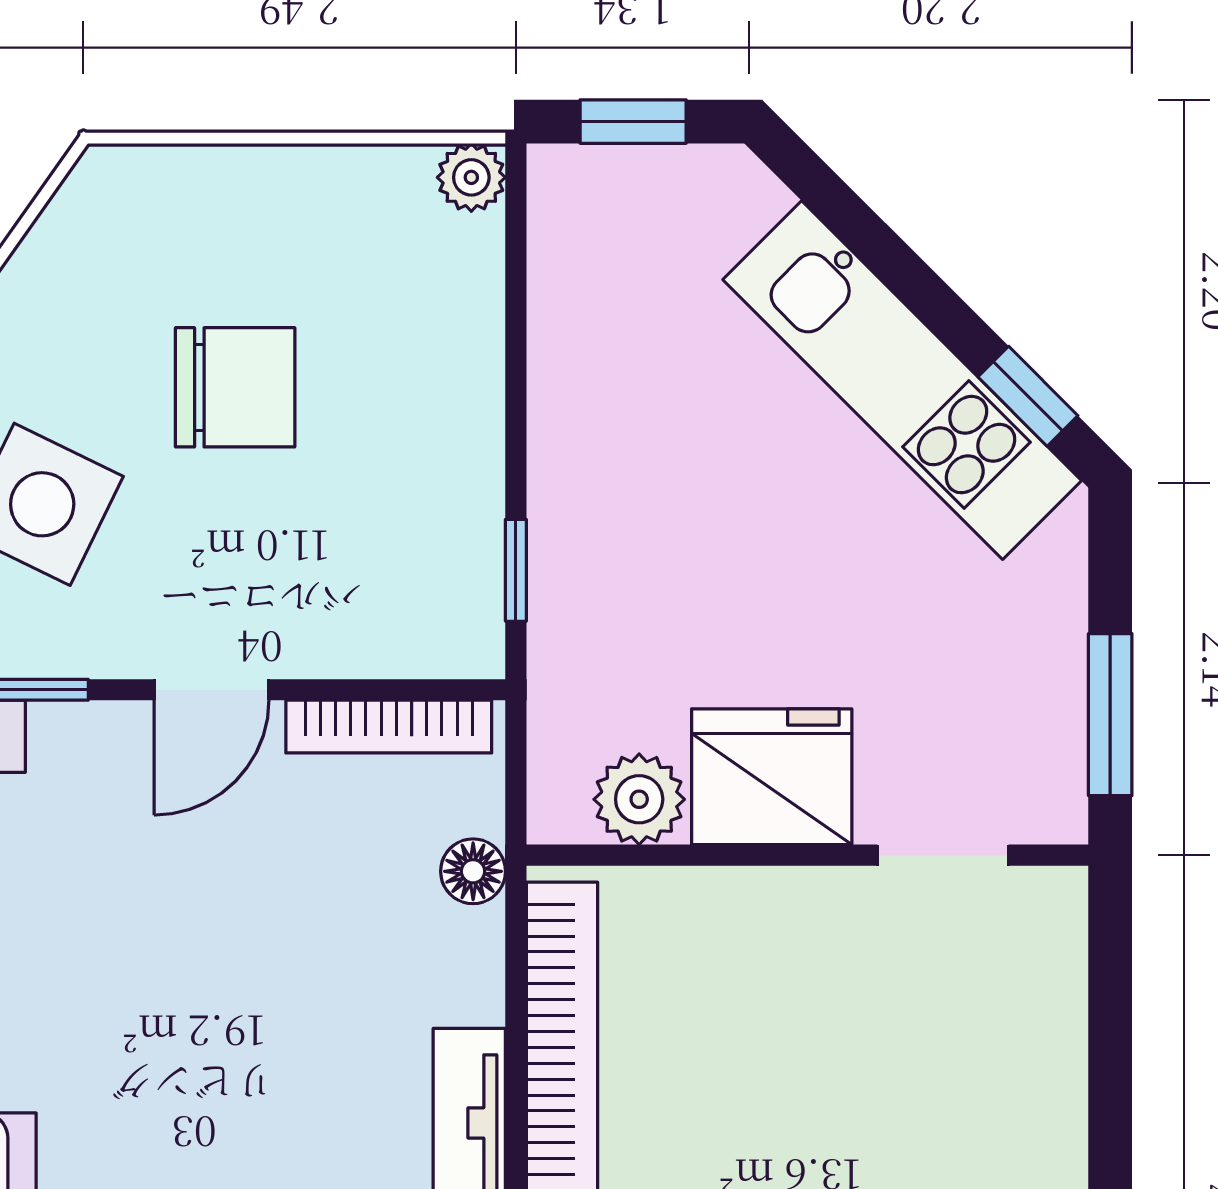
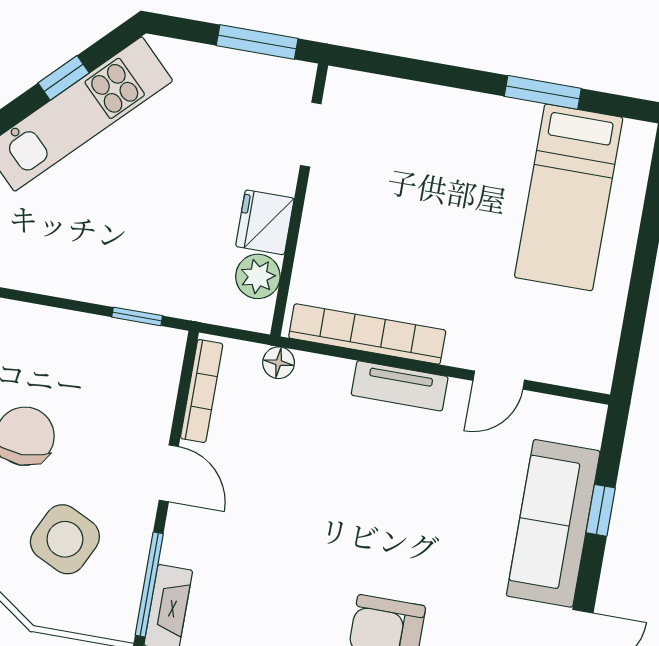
window: (1028, 396) -> (64, 78), moved
fridge: (772, 777) -> (265, 222), width x0.73, depth x0.75

